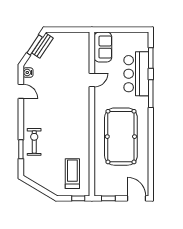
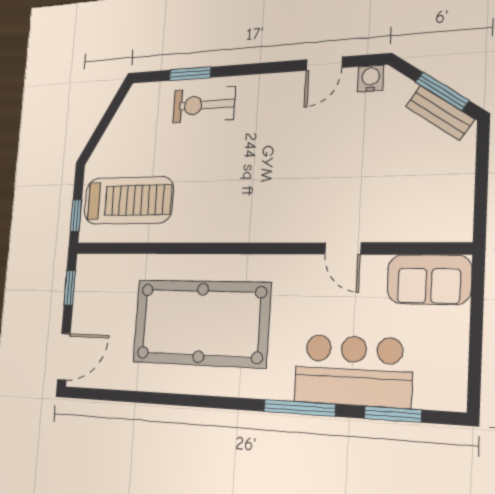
exercise bike: (34, 142) -> (204, 105), turned 180
treadmill: (72, 174) -> (128, 200), width x1.37, depth x1.38

